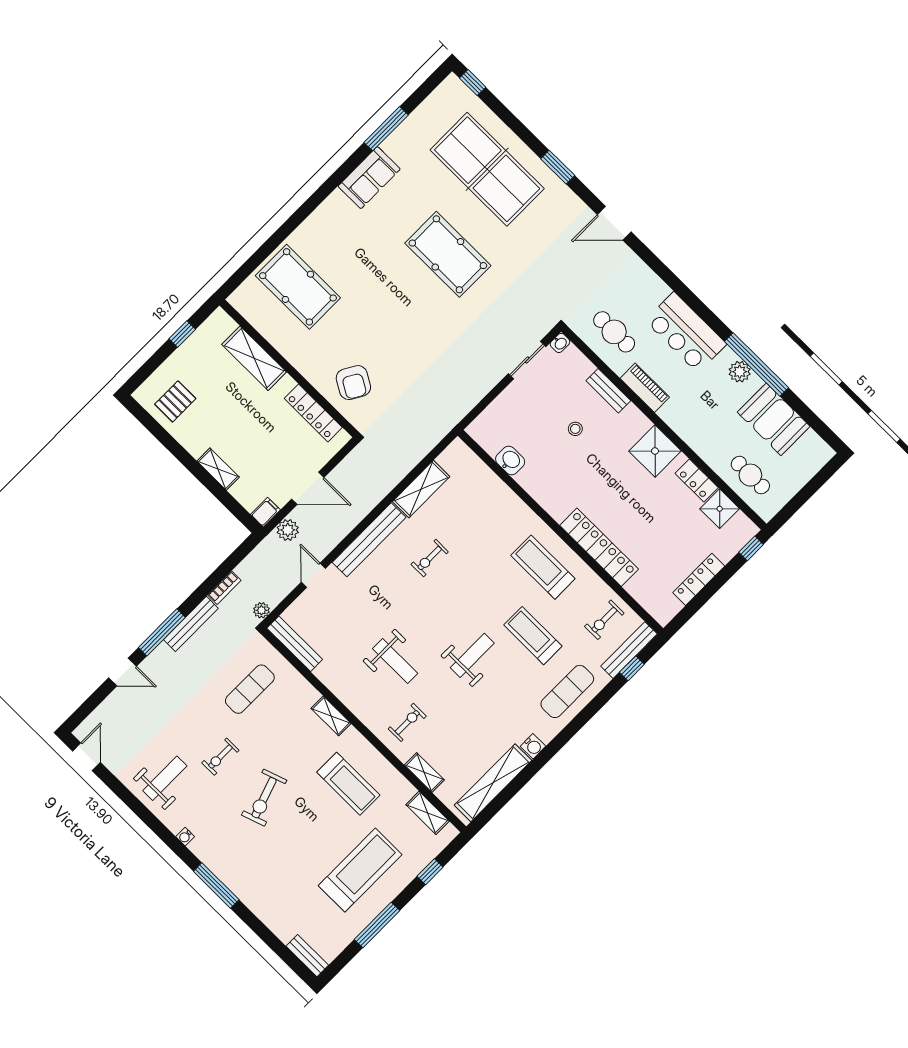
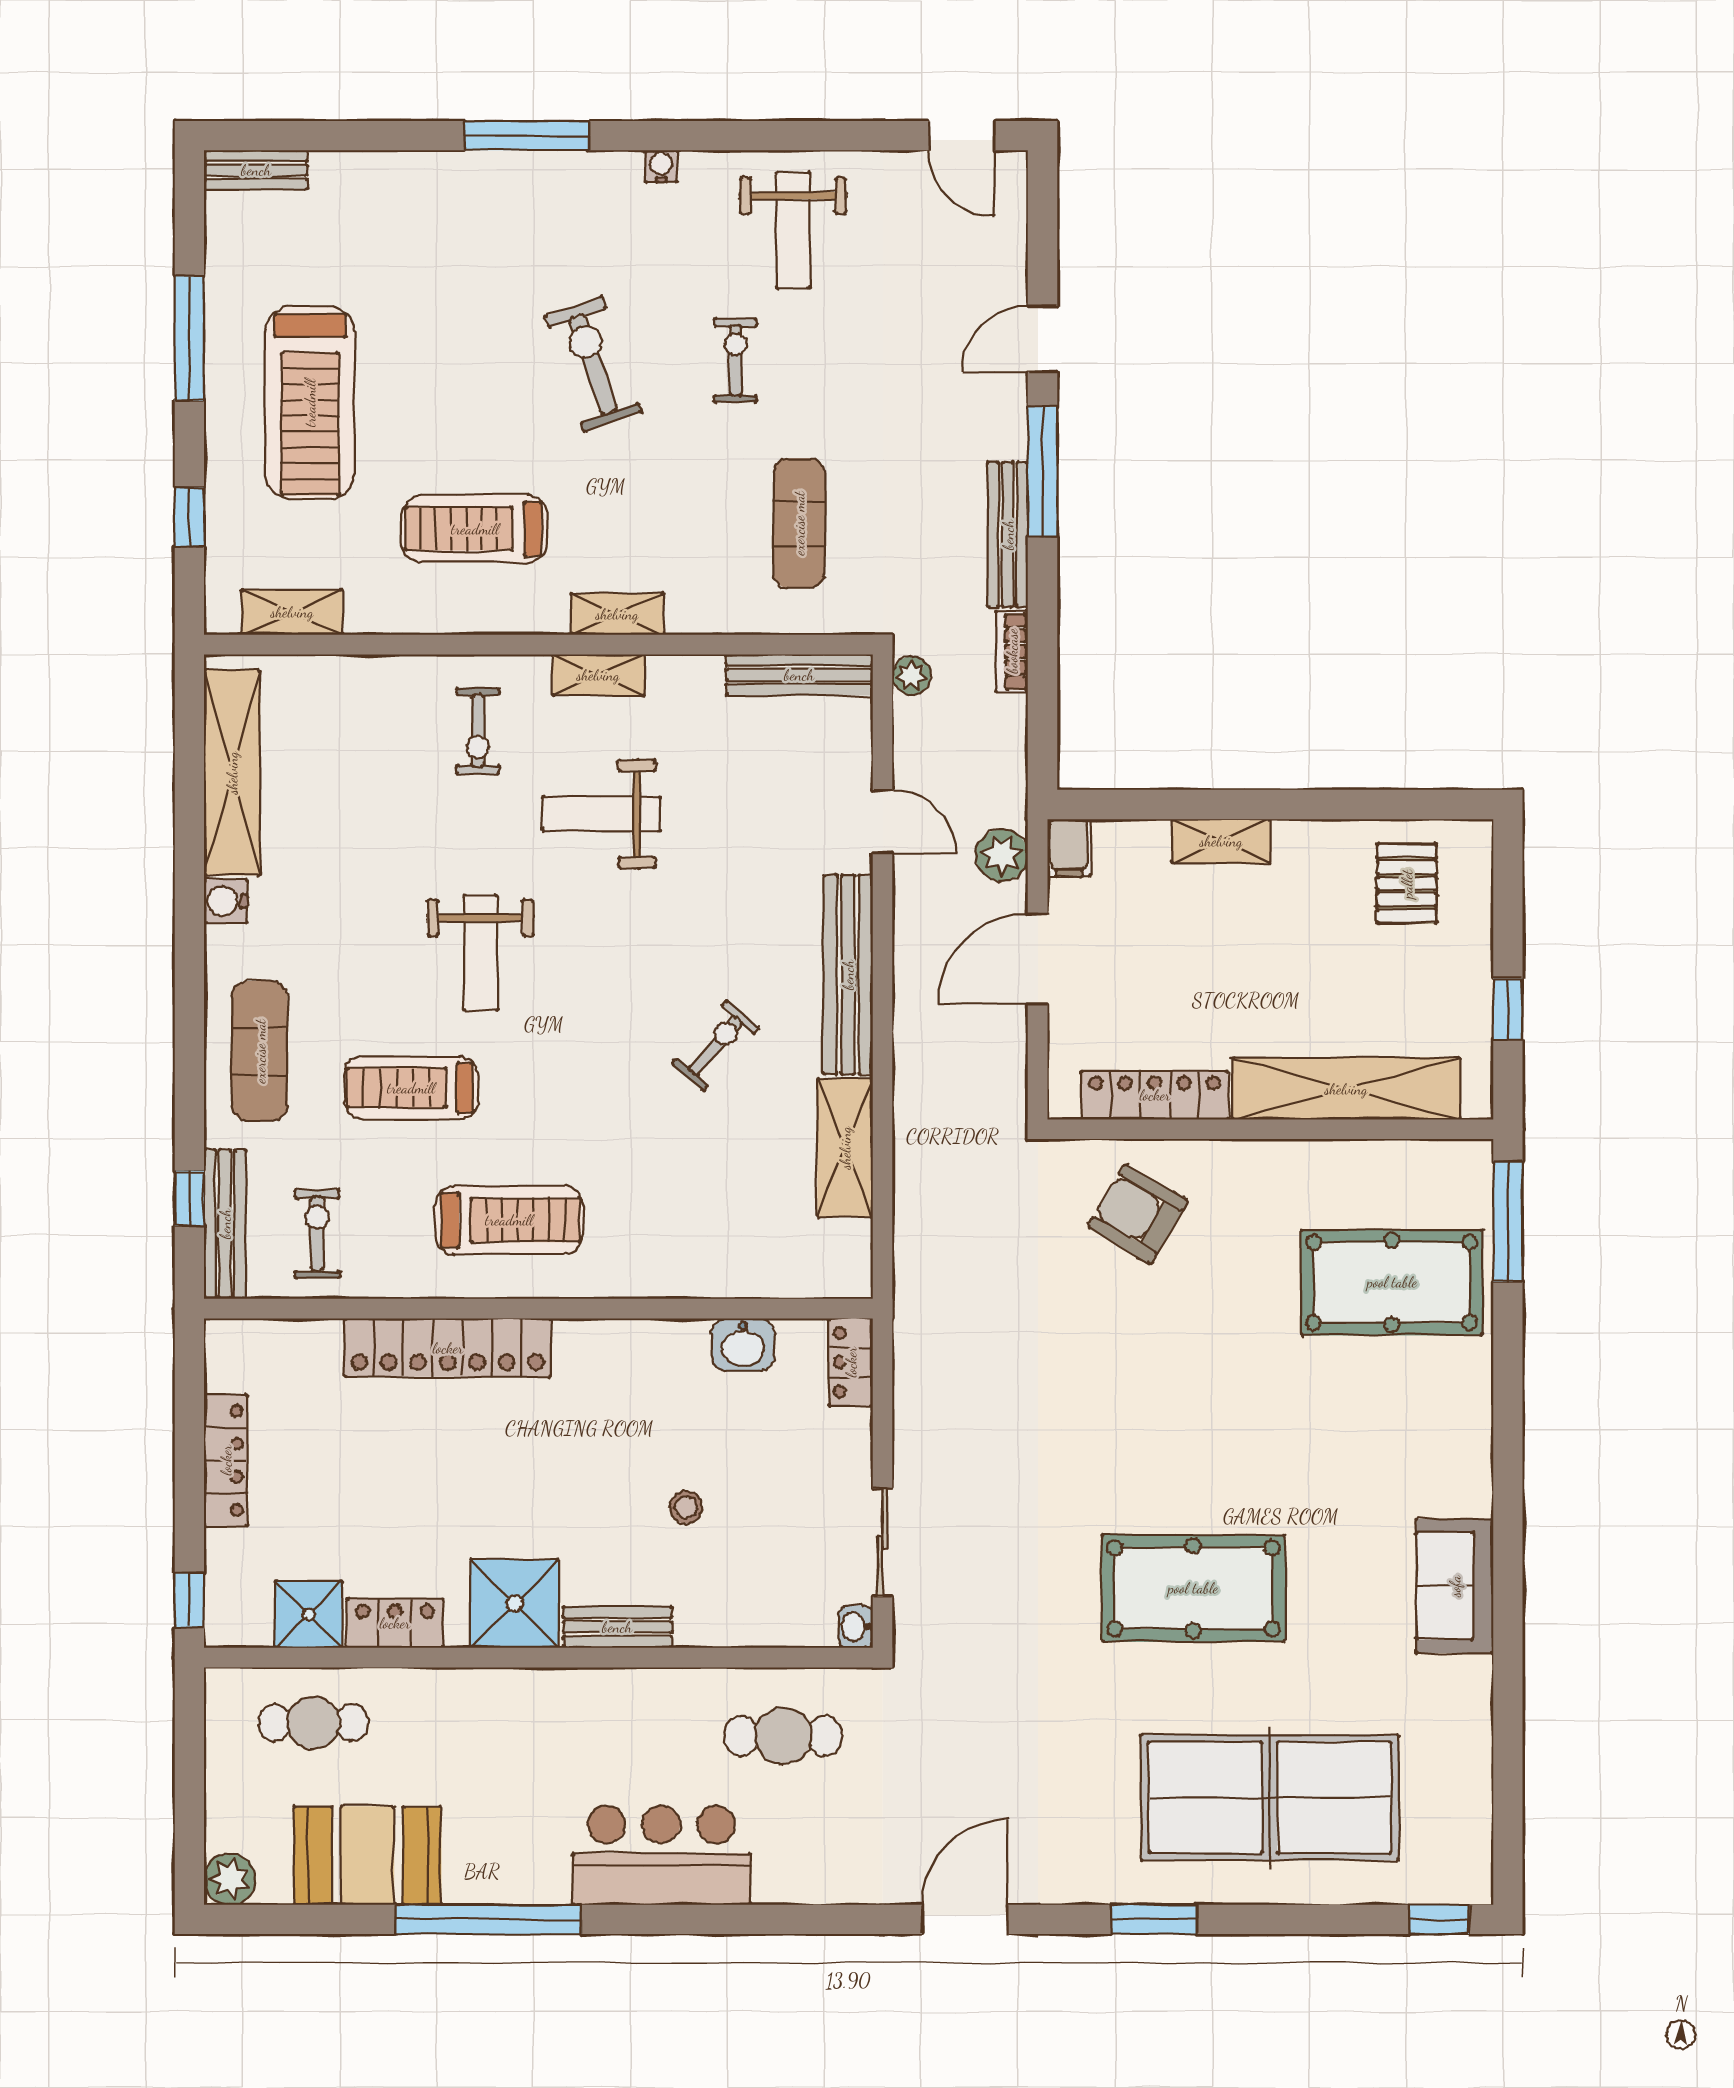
window: (386, 129) -> (1508, 1222), moved
shelving: (254, 358) -> (1346, 1089), width x1.47
plant: (740, 372) -> (230, 1879), moved
piano: (645, 388) -> (638, 1693), removed
bench: (608, 391) -> (617, 1627), moved
locker: (483, 423) -> (851, 1362), added
exercise bike: (430, 558) -> (715, 1045), turned 41
treadmill: (533, 636) -> (411, 1088), turned 180
shelving: (424, 772) -> (598, 675), moved

